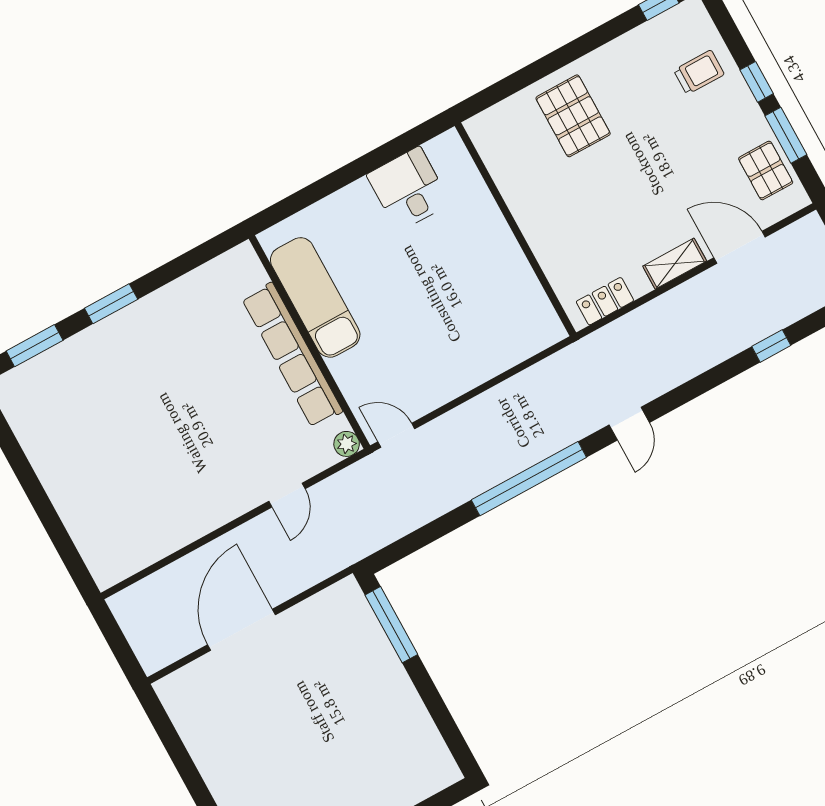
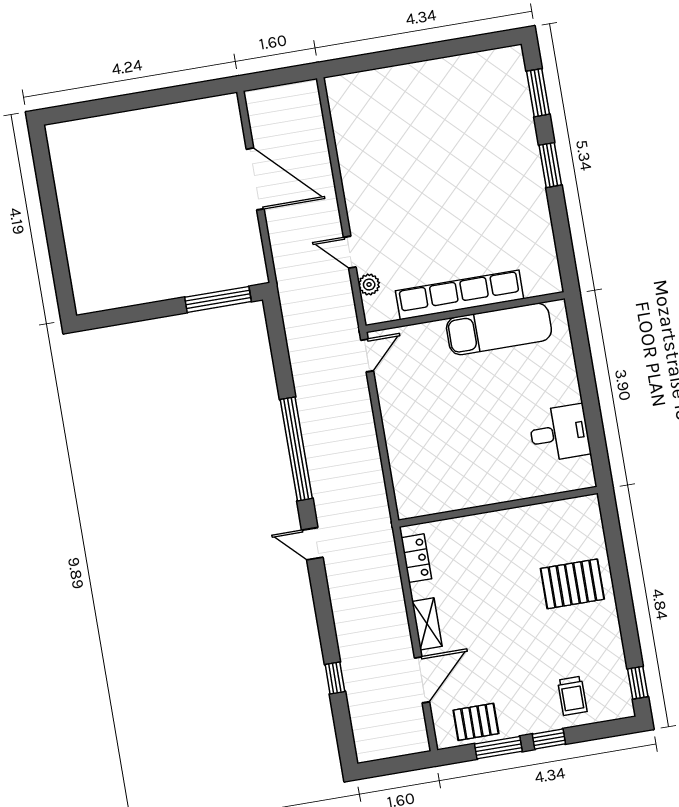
plant: (347, 444) -> (369, 284), moved

